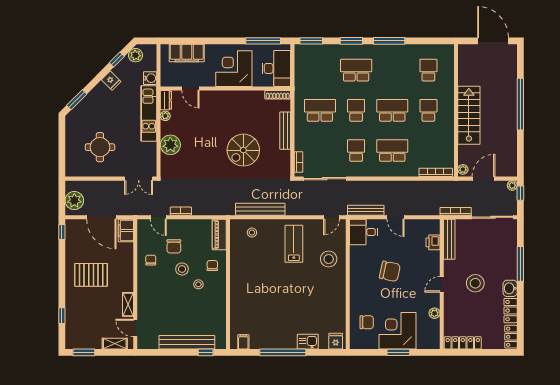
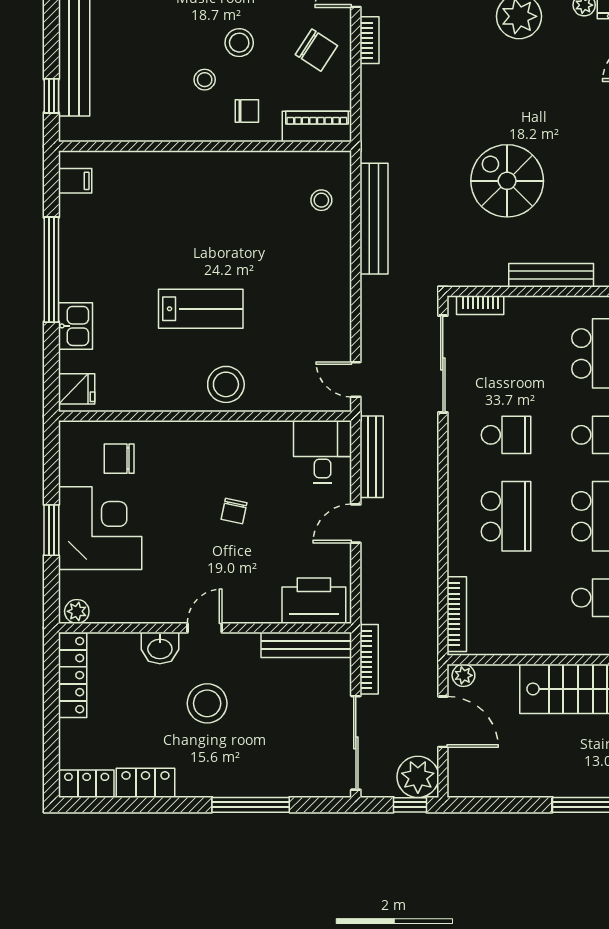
plant: (512, 185) -> (418, 777), width x1.88, depth x1.88
printer: (433, 242) -> (314, 601), width x1.87, depth x1.48
lab bench: (294, 244) -> (201, 309), moved
chair: (174, 246) -> (316, 50), moved, turned -147
stool: (329, 259) -> (226, 384), moved
chair: (390, 271) -> (234, 511), width x0.54, depth x0.54
door: (442, 284) -> (205, 628), hinge flipped
washbasin: (510, 288) -> (160, 648), moved, turned 180
plant: (434, 313) -> (77, 611), moved
chair: (367, 322) -> (119, 459), turned 90

